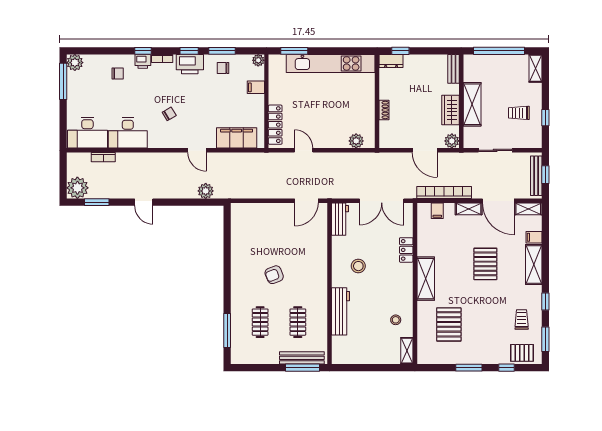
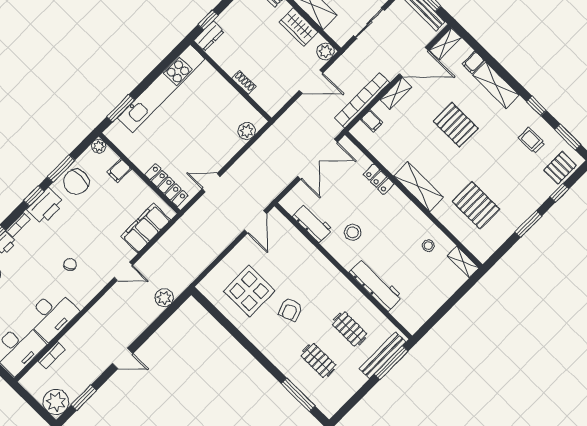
chair: (223, 68) -> (76, 182), width x1.87, depth x1.87
workbench: (340, 219) -> (312, 223), moved
display table: (261, 238) -> (249, 291), added

